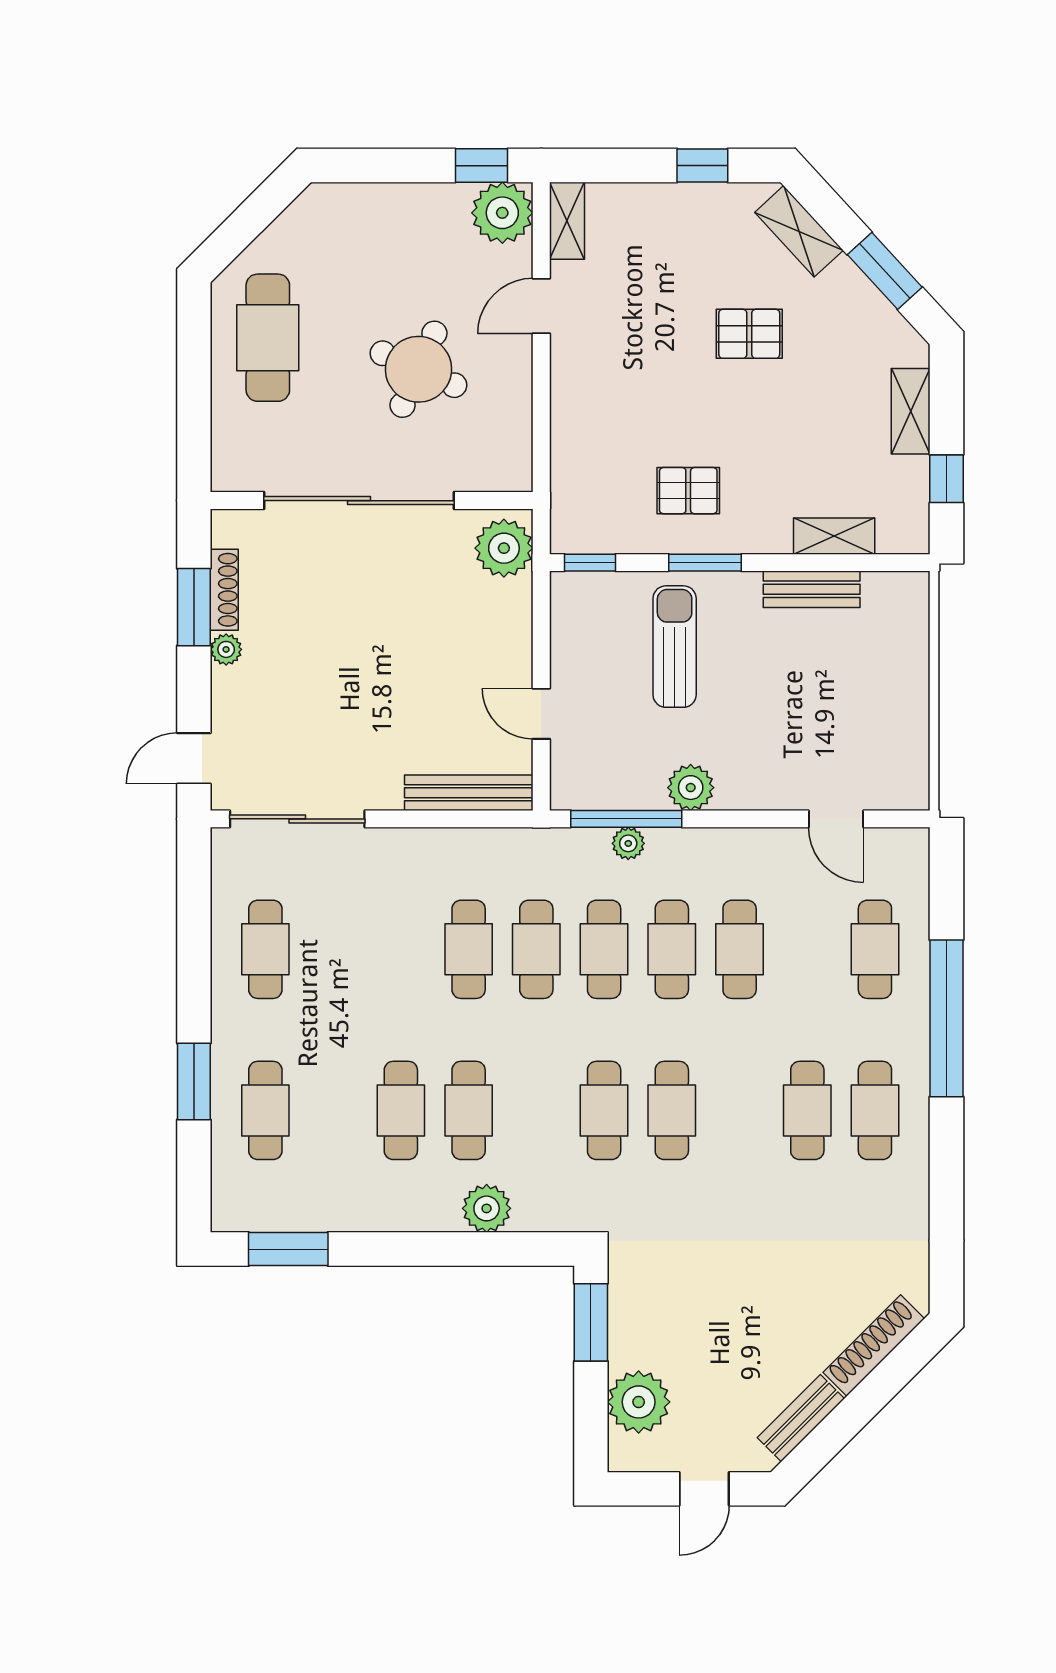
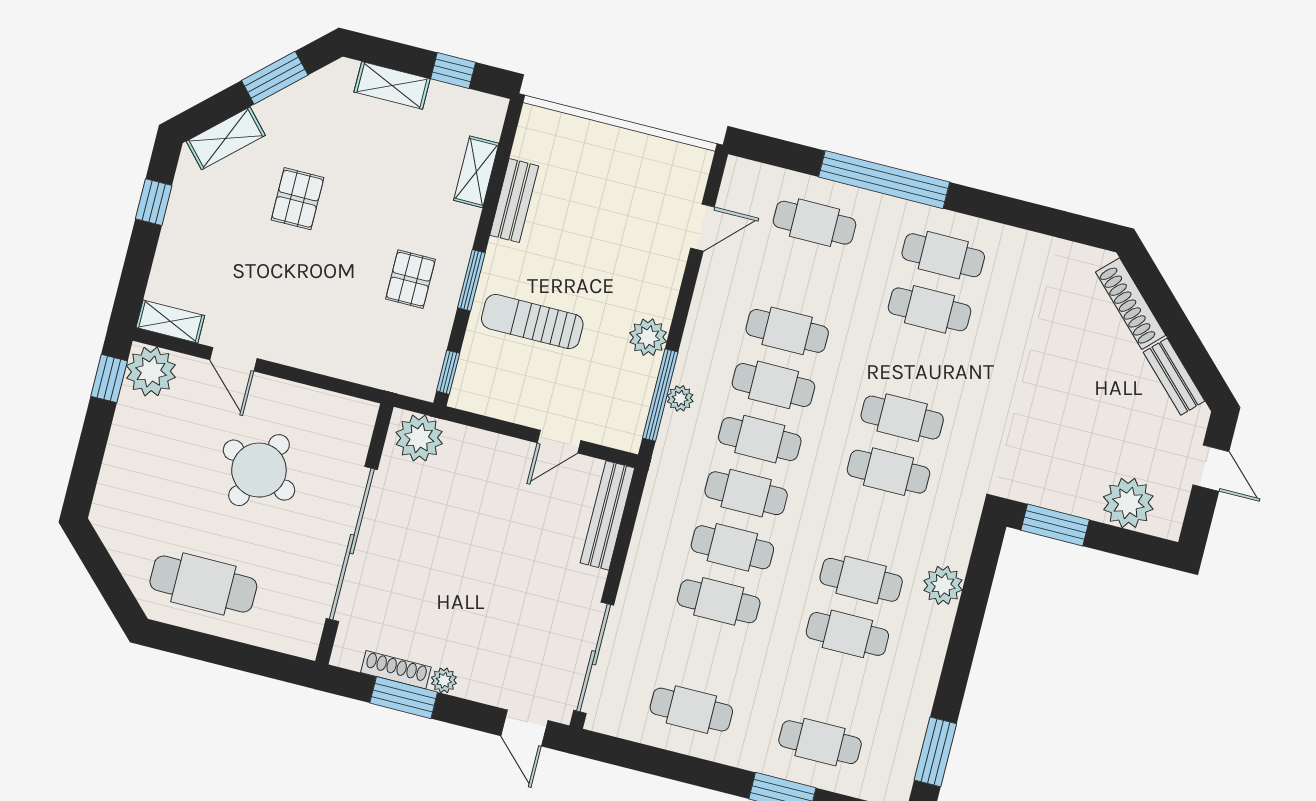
cafe table: (401, 949) -> (719, 601), added

